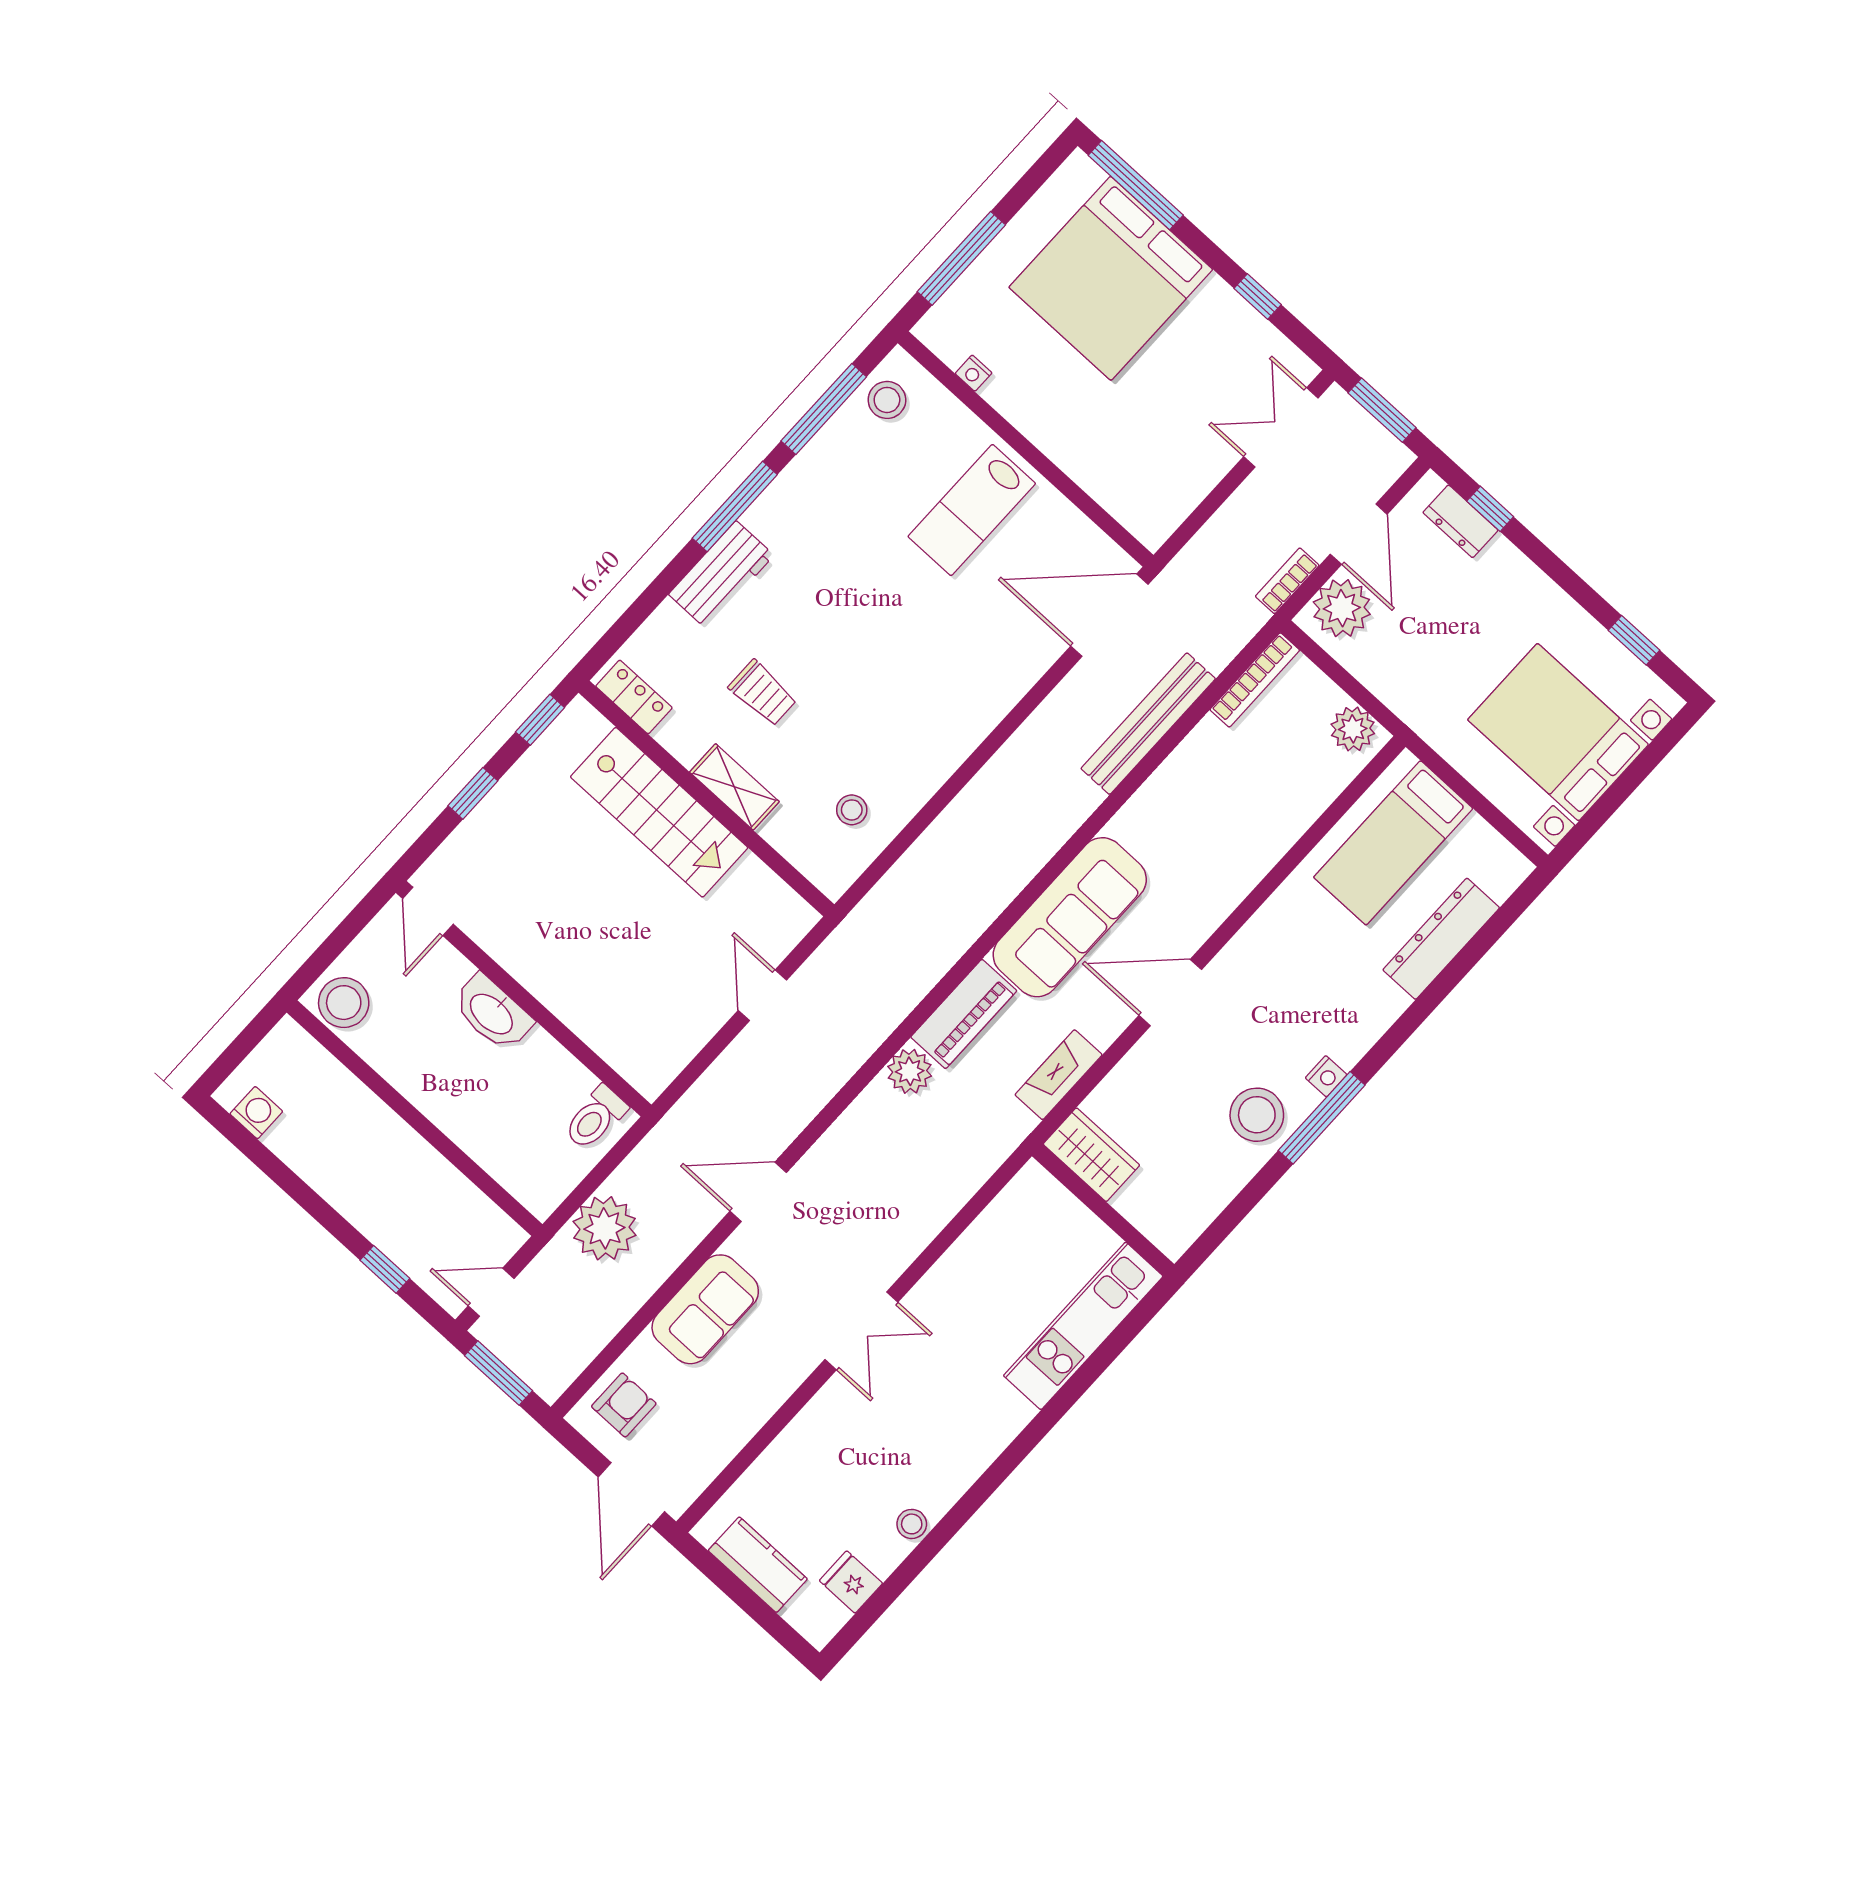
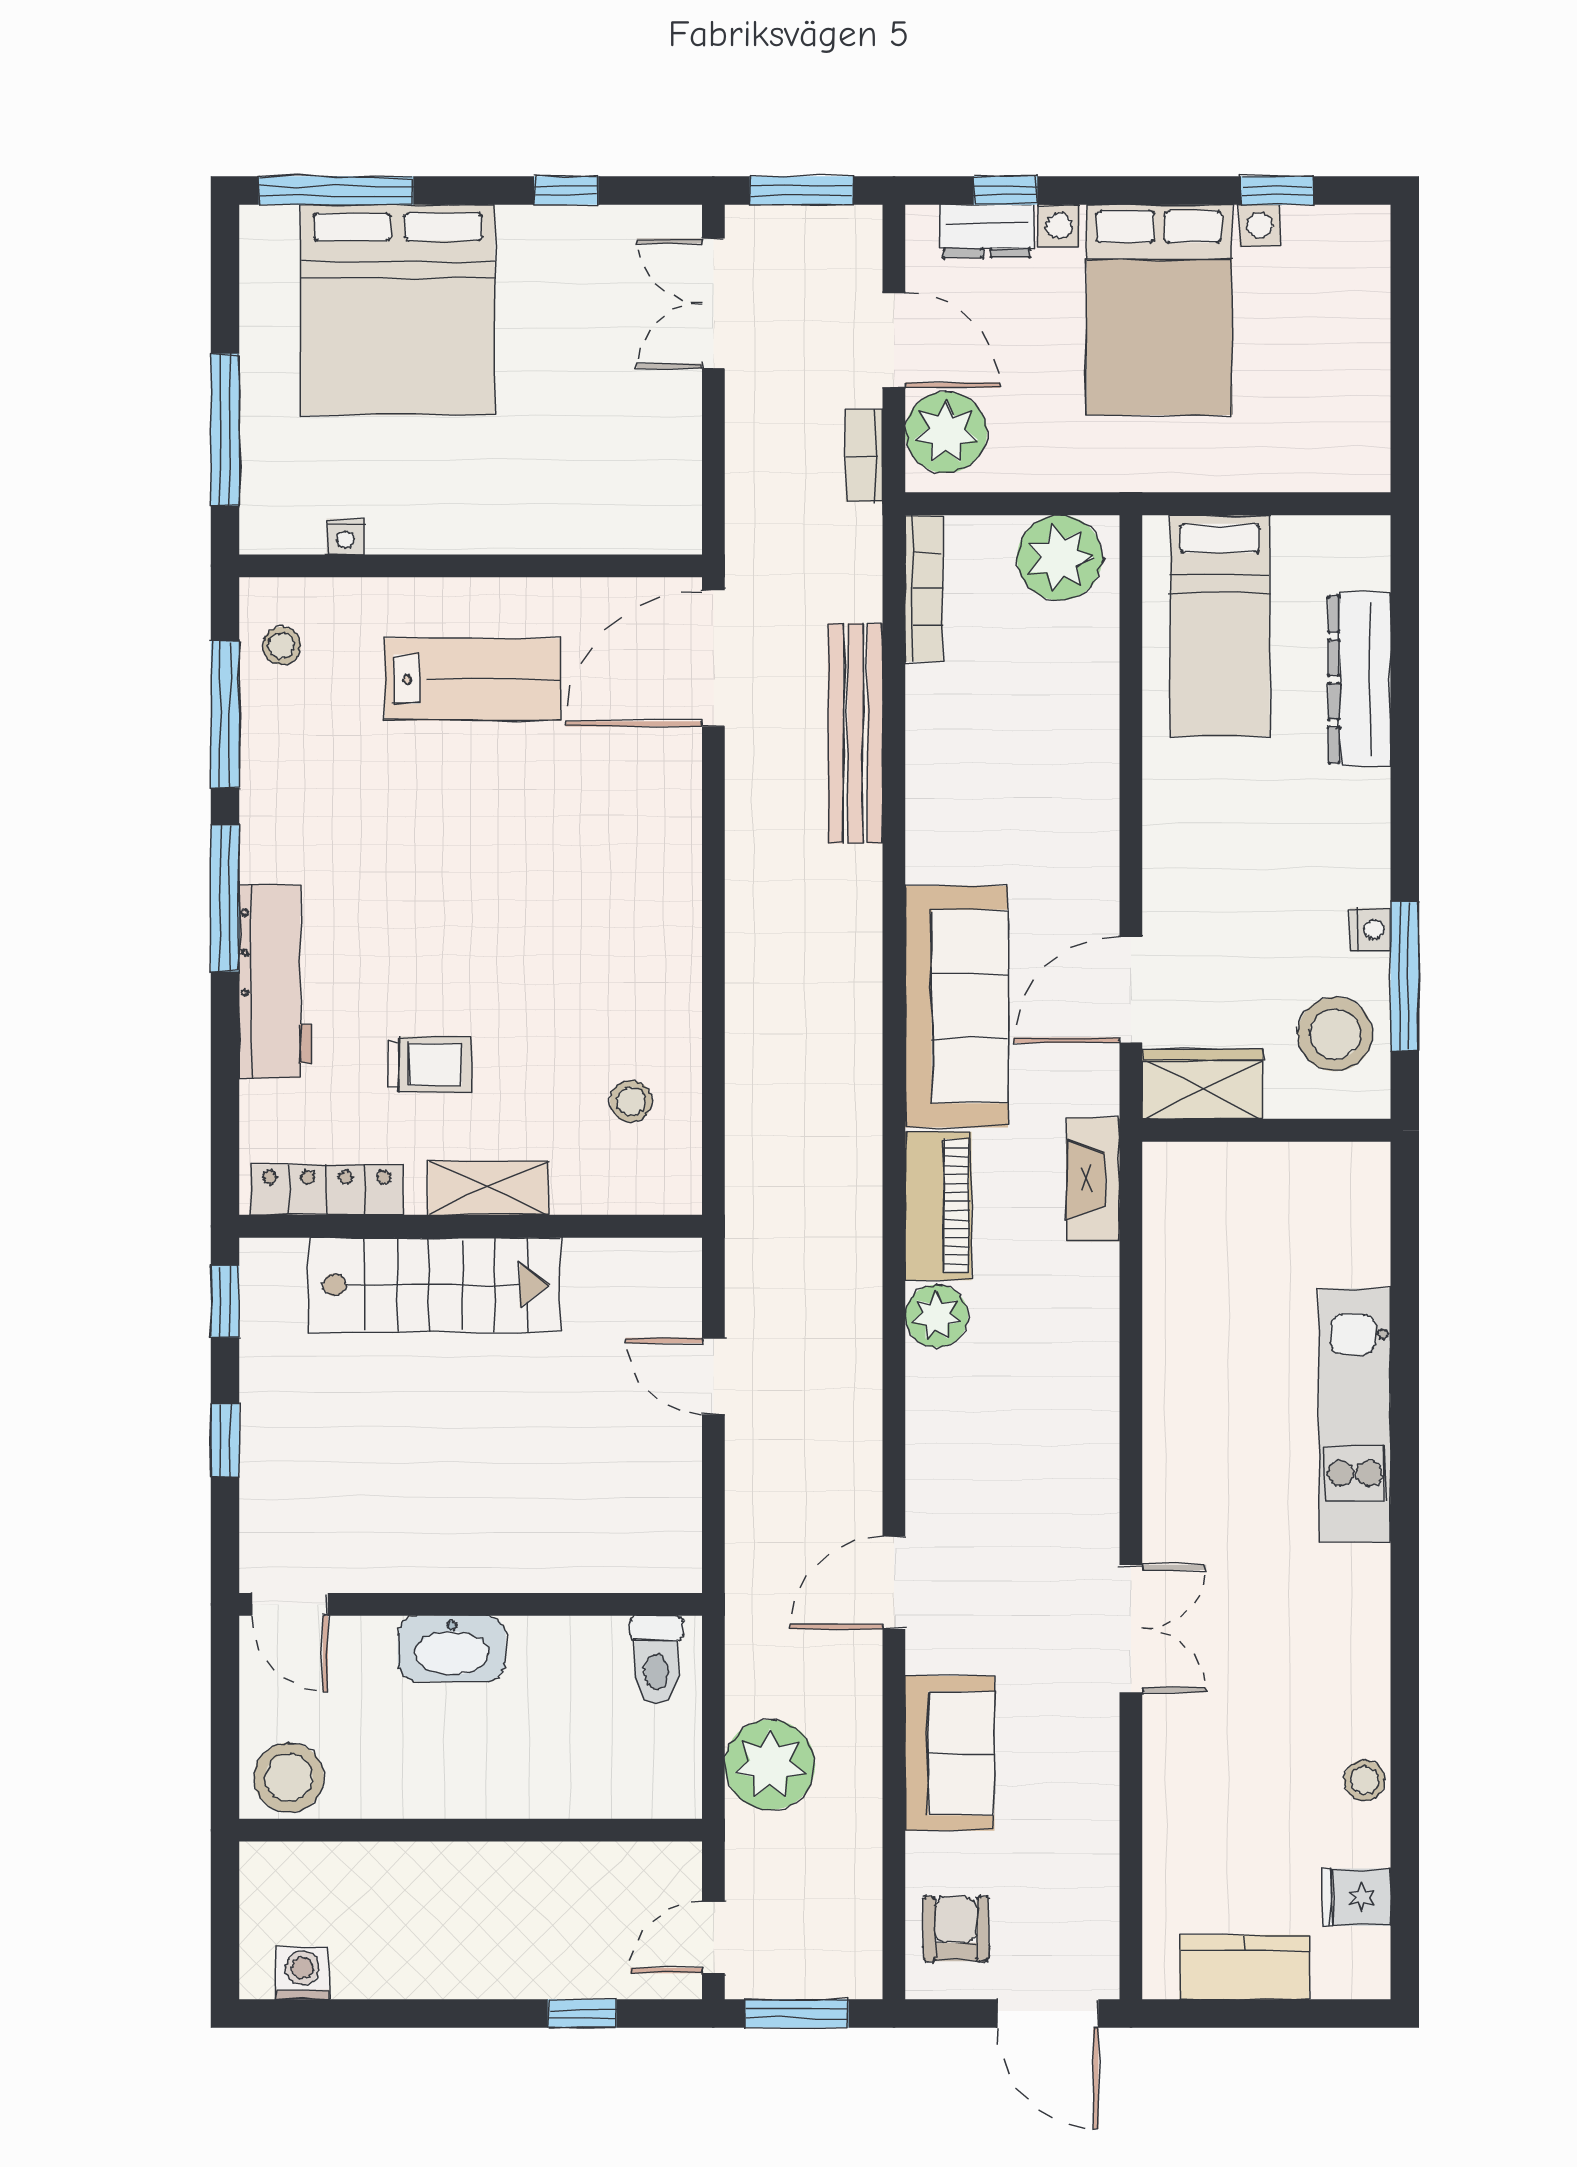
stool: (887, 400) -> (282, 646), width x0.73, depth x0.73
lab bench: (972, 510) -> (473, 679), turned -90
workbench: (721, 575) -> (275, 982), width x1.38
locker: (634, 697) -> (327, 1190), width x1.53
plant: (1353, 729) -> (1060, 558), width x1.36, depth x1.36
bed with nightstands: (1558, 732) -> (1159, 310), moved, turned -90
wardrobe: (1091, 1155) -> (1202, 1084), moved
wall: (1103, 1210) -> (1266, 1130), moved

